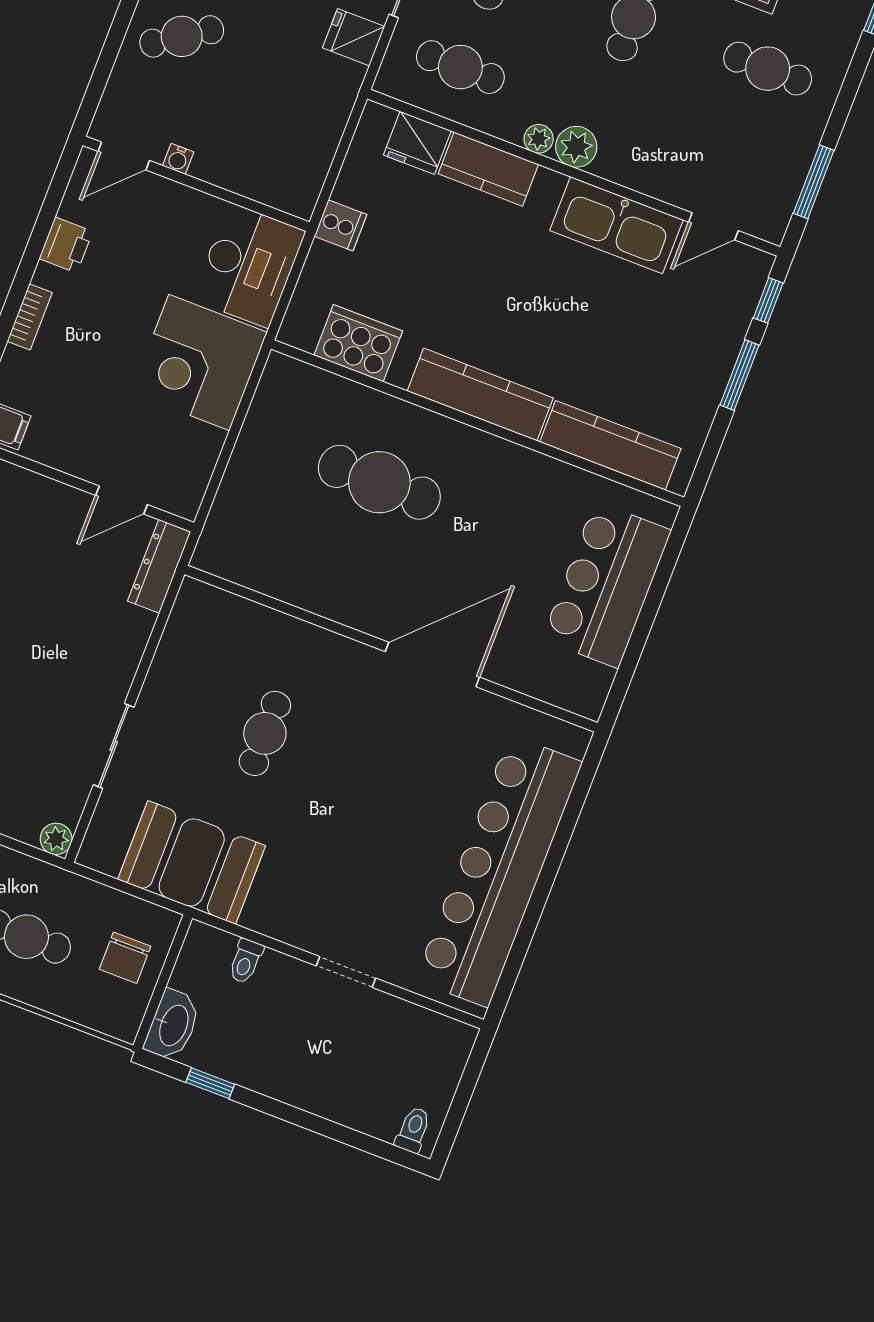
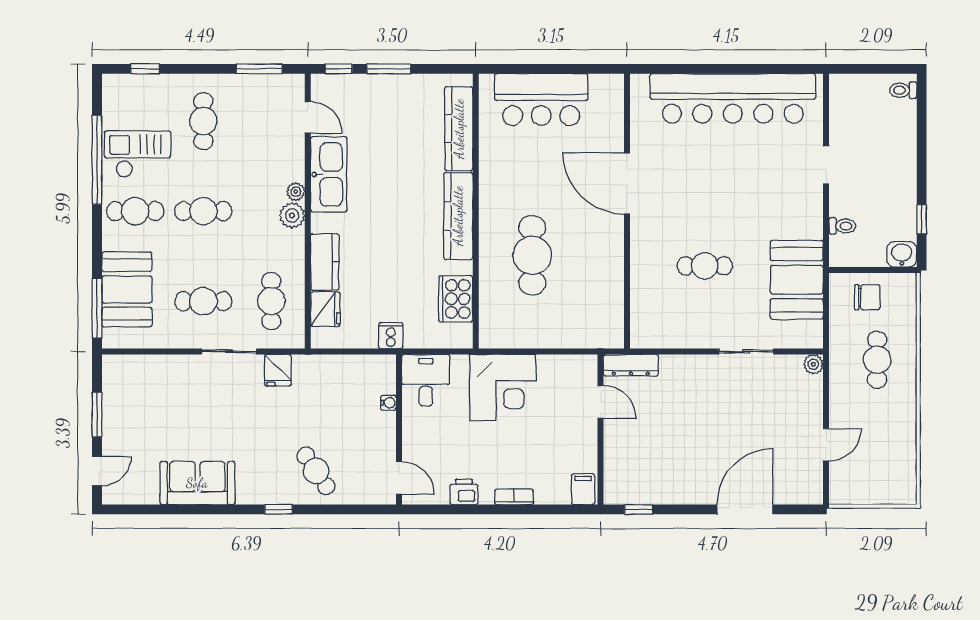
plant: (539, 139) -> (296, 192), moved
water cooler: (178, 159) -> (388, 403), moved
desk: (249, 265) -> (426, 380), width x0.73
washbasin: (173, 1025) -> (902, 254), width x0.72

